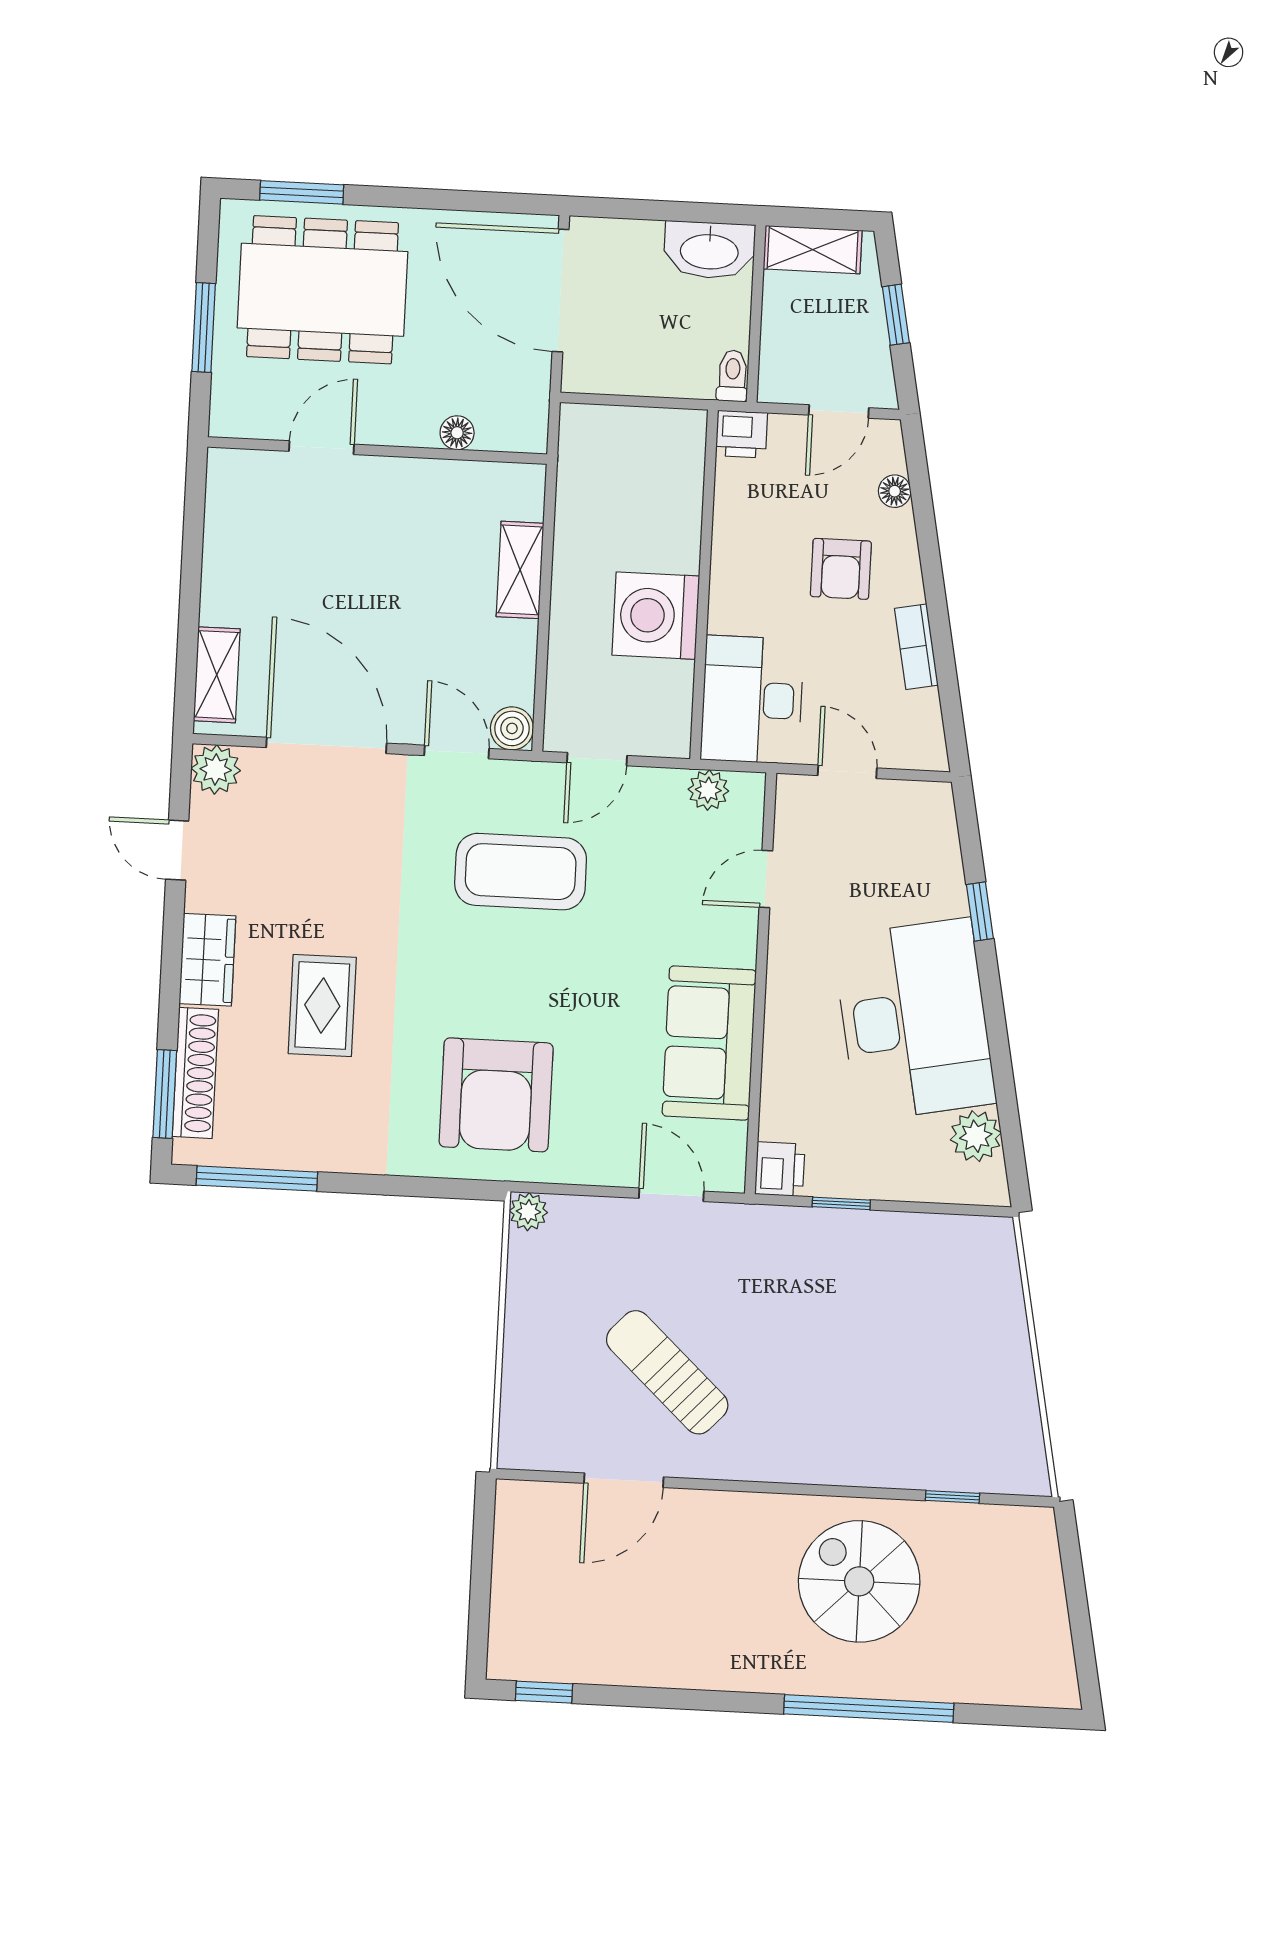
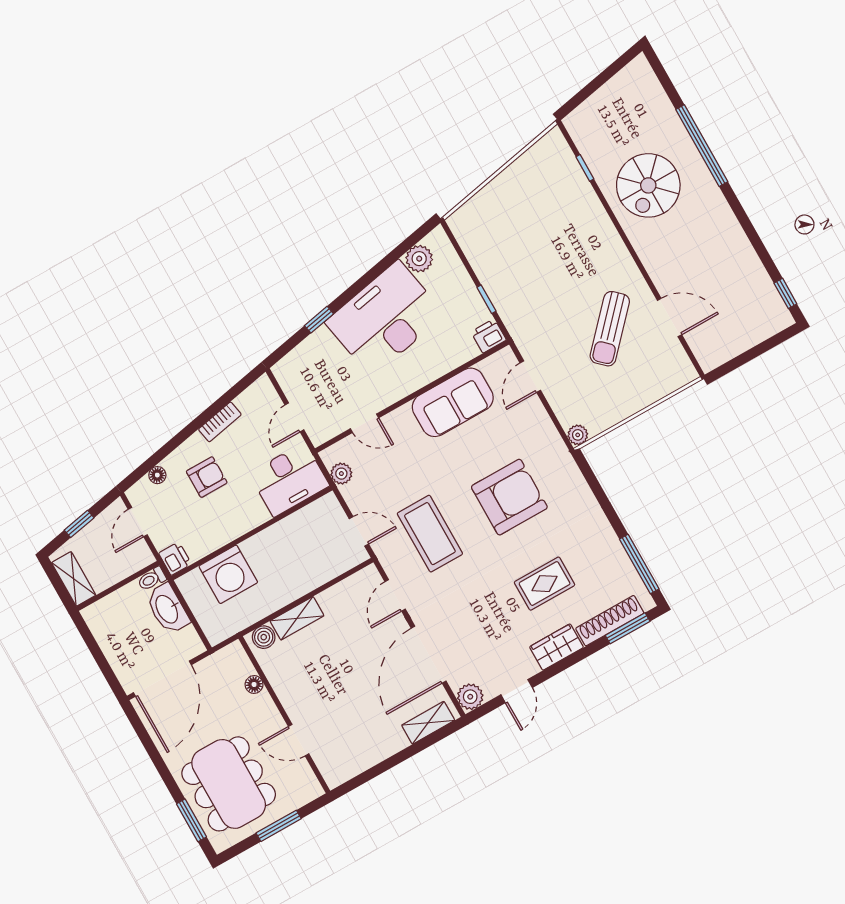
washbasin: (709, 250) -> (167, 609), moved, turned 180
door: (839, 411) -> (138, 522), swing flipped
washing machine: (656, 616) -> (228, 574), moved
boiler: (512, 728) -> (264, 637), moved
armchair: (496, 1095) -> (509, 497), moved

